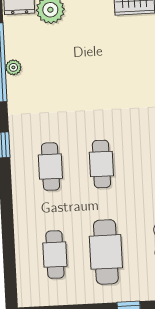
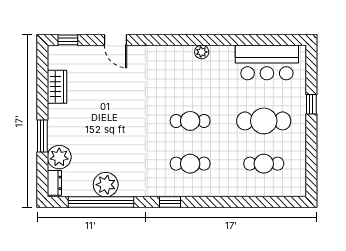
plant: (13, 67) -> (106, 185), width x1.87, depth x1.87

